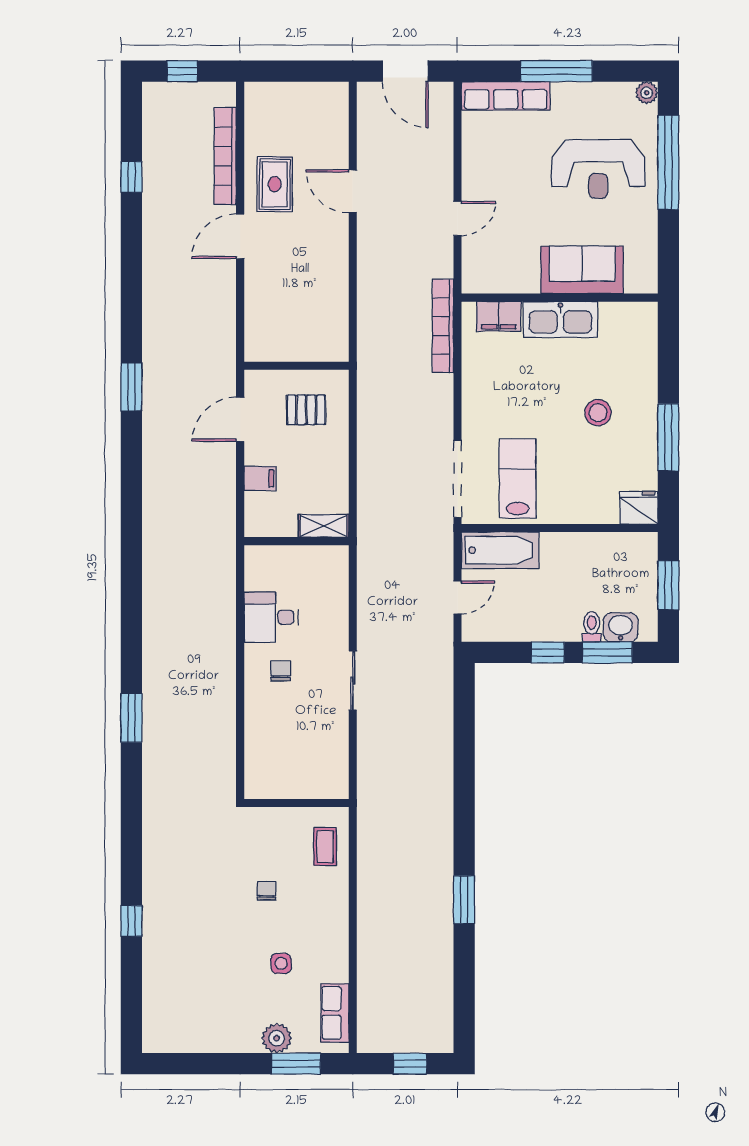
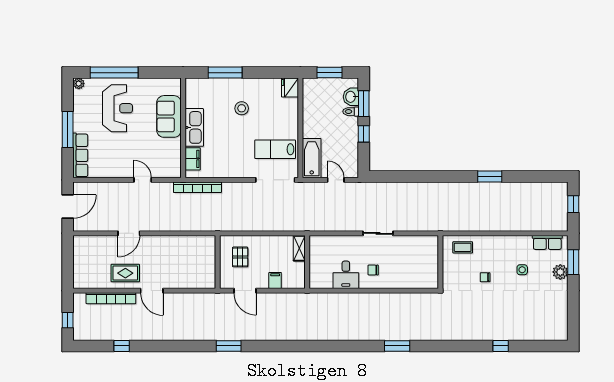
window: (668, 437) -> (225, 73), moved

